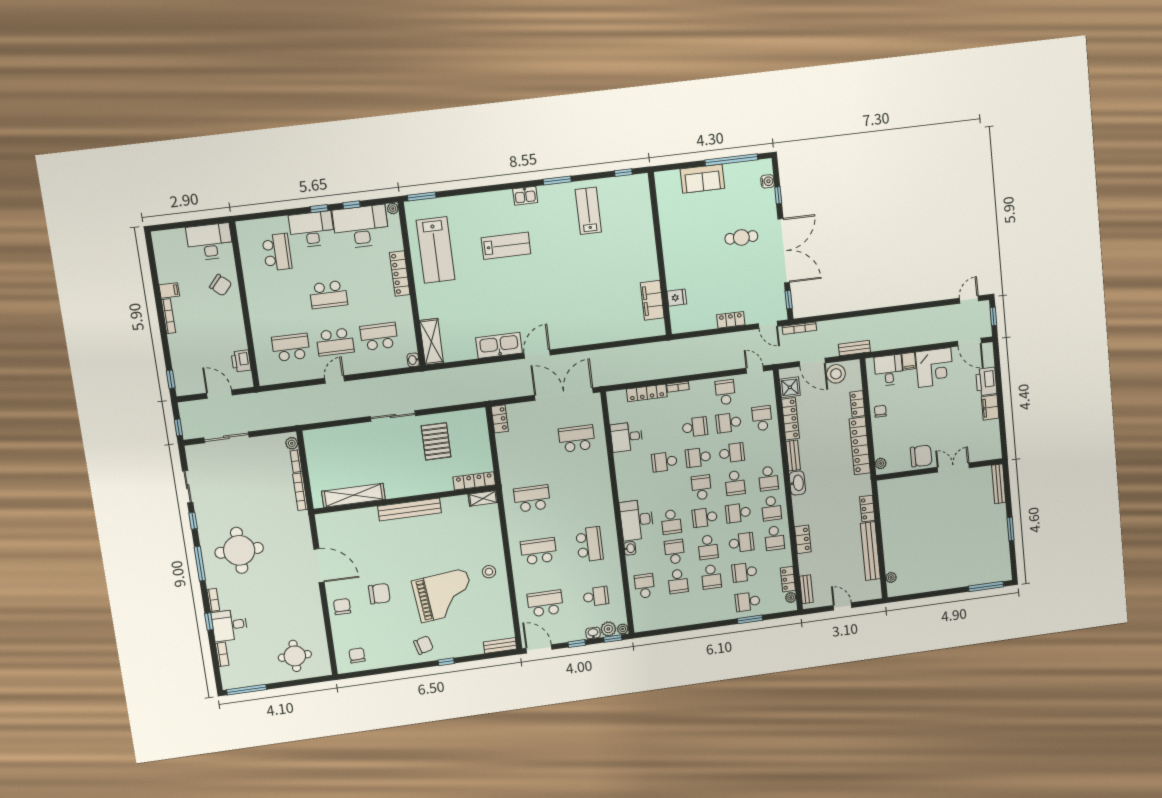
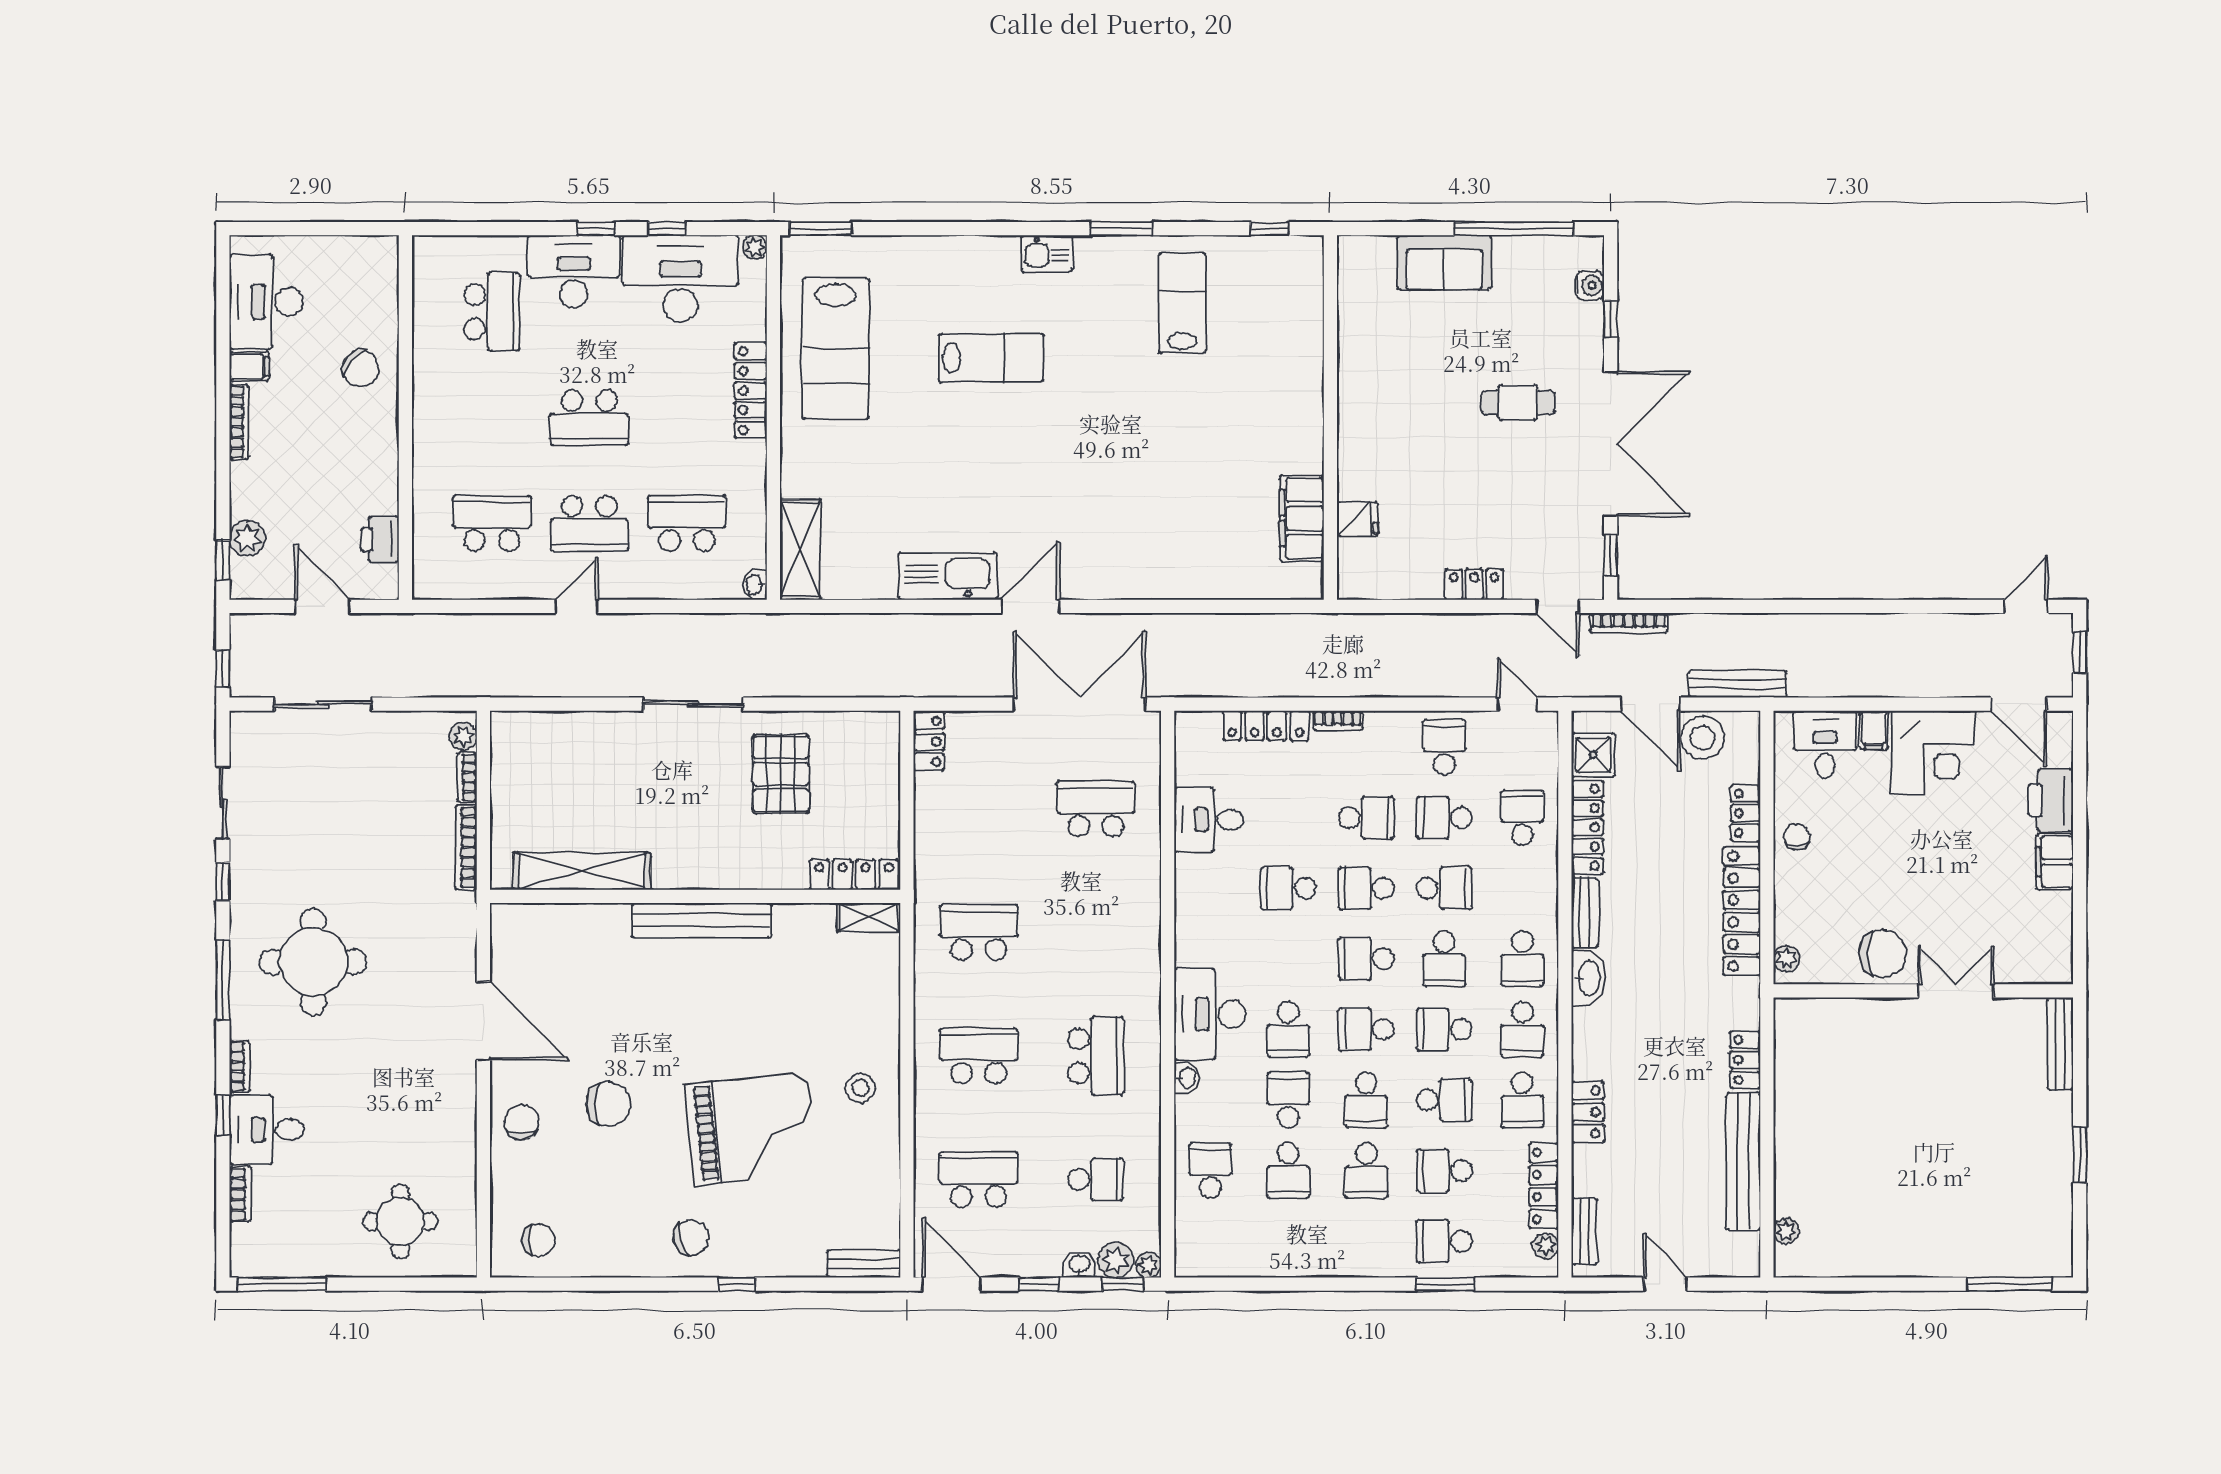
desk: (210, 242) -> (266, 302), moved, turned -90
bench: (854, 348) -> (1737, 684), width x1.36
plant: (180, 368) -> (247, 538), added
school desk: (701, 487) -> (1366, 959), turned -90
locker: (788, 579) -> (1544, 1186), width x1.53
chair: (357, 655) -> (539, 1240), turned 92

